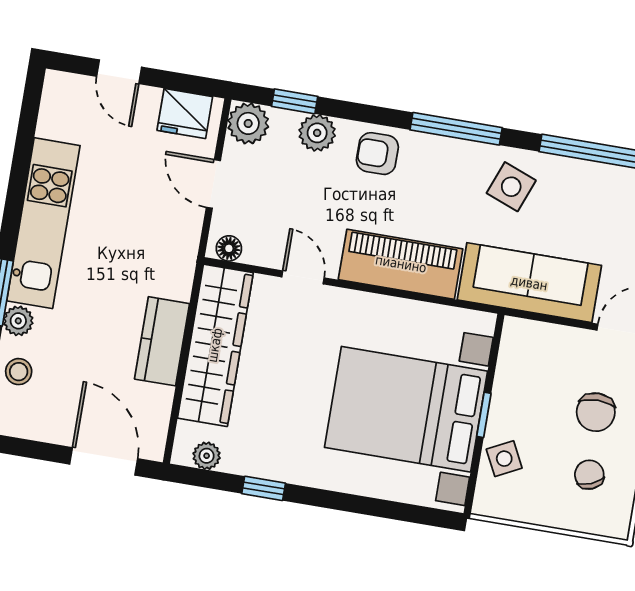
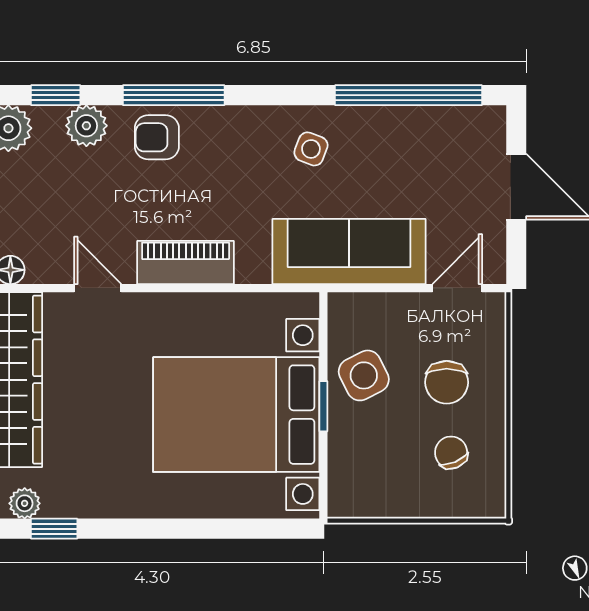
window: (456, 129) -> (174, 95), moved
side table: (511, 187) -> (311, 149), width x0.73, depth x0.73
piano: (401, 264) -> (186, 262), width x0.73, depth x0.75
side table: (504, 459) -> (364, 375), moved, width x1.37, depth x1.37
window: (264, 488) -> (54, 529), moved

